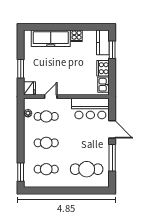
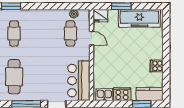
freezer: (51, 38) -> (139, 18), moved, turned -90
cafe table: (46, 143) -> (42, 33), removed

